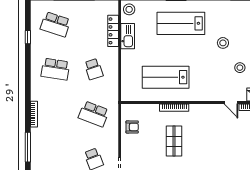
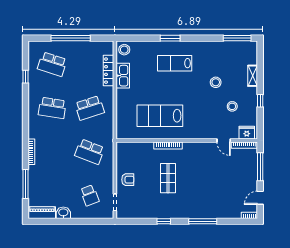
lab bench: (181, 23) -> (175, 63), width x0.73, depth x0.72
school desk: (94, 69) -> (90, 108), width x1.85
armchair: (132, 127) -> (128, 180), moved

